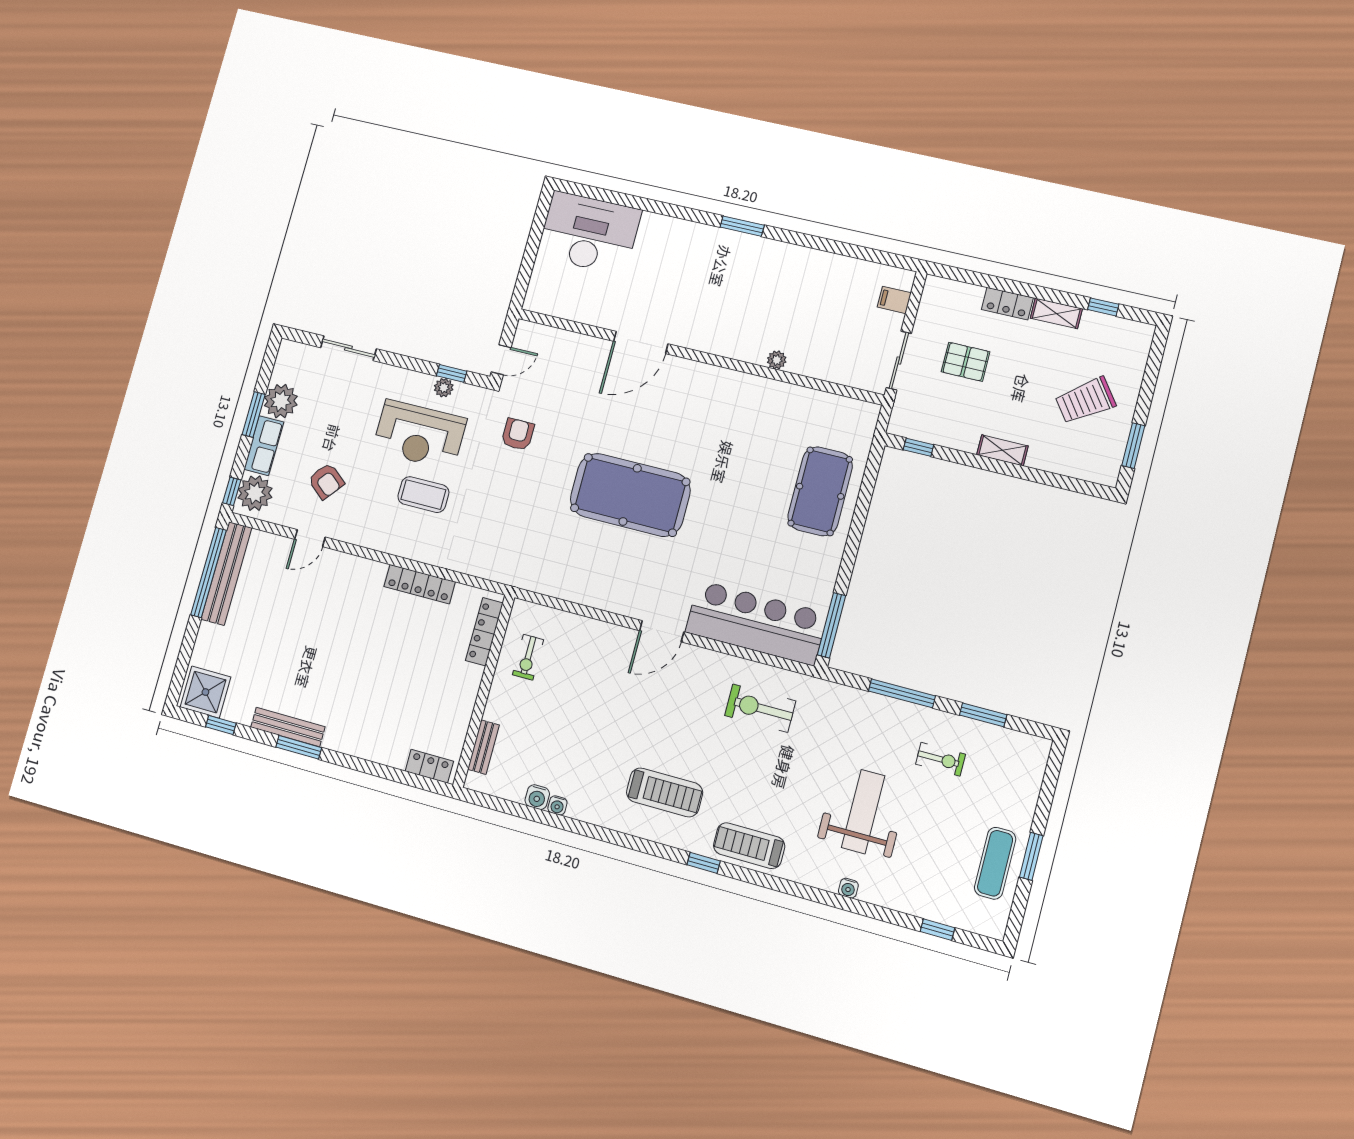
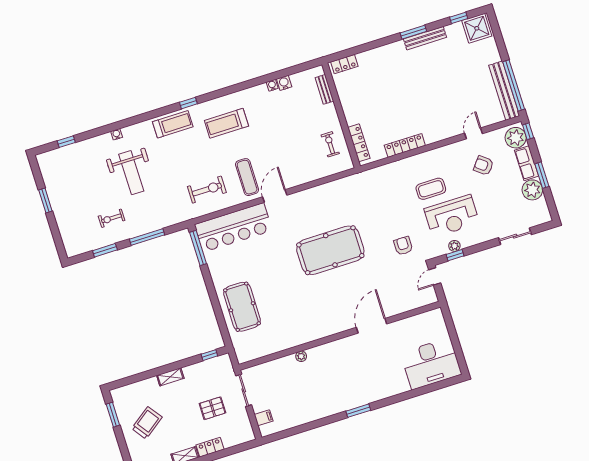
armchair: (518, 434) -> (403, 246), turned 180
reception desk: (419, 435) -> (452, 216), turned 180
exercise mat: (995, 863) -> (247, 177), moved

